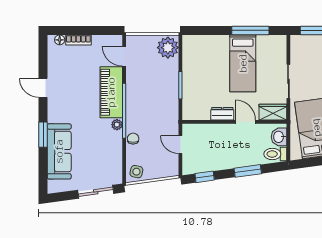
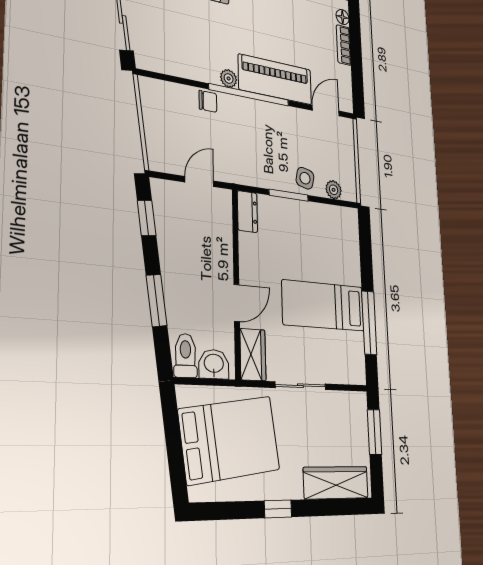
plant: (168, 48) -> (334, 190), width x0.53, depth x0.53
dresser: (222, 114) -> (247, 212), moved
side table: (136, 172) -> (305, 178), moved

